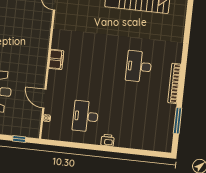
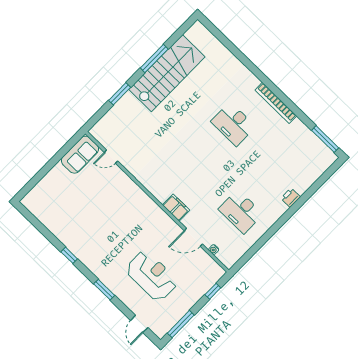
filing cabinet: (56, 59) -> (176, 208), moved
window: (178, 121) -> (325, 139), moved
printer: (107, 140) -> (291, 198), moved

